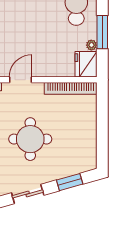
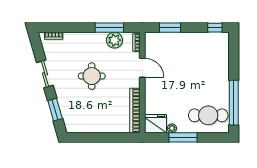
round table: (30, 139) -> (92, 76), width x0.73, depth x0.73

